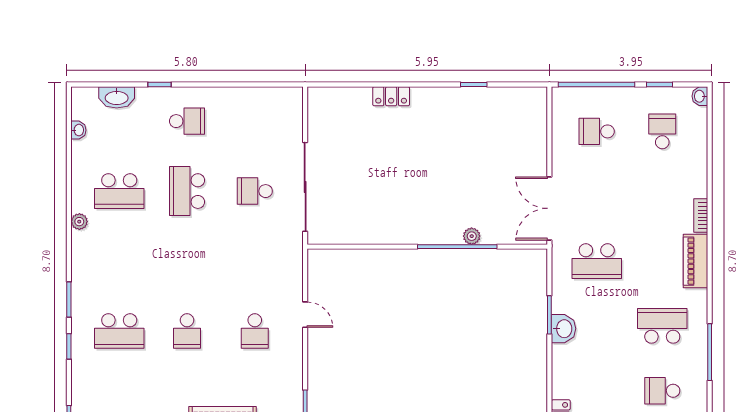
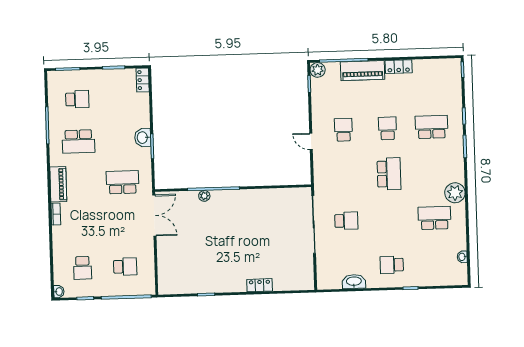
washbasin: (117, 97) -> (354, 282), moved
school desk: (187, 191) -> (389, 174), moved
plant: (79, 222) -> (455, 193), width x1.87, depth x1.87

